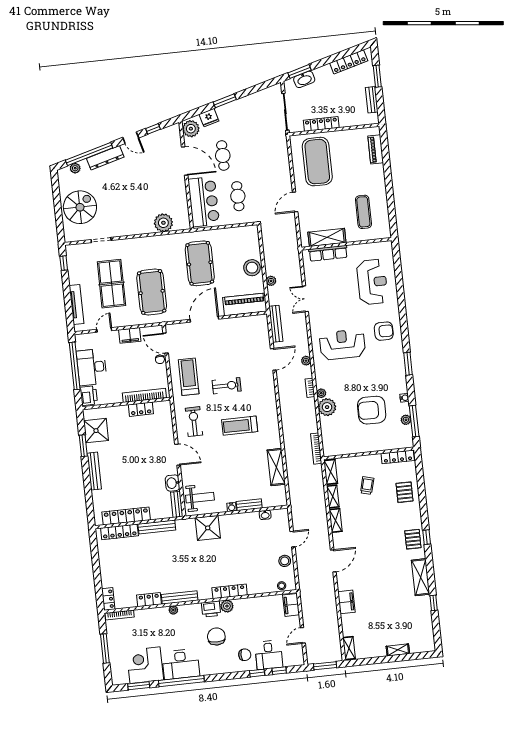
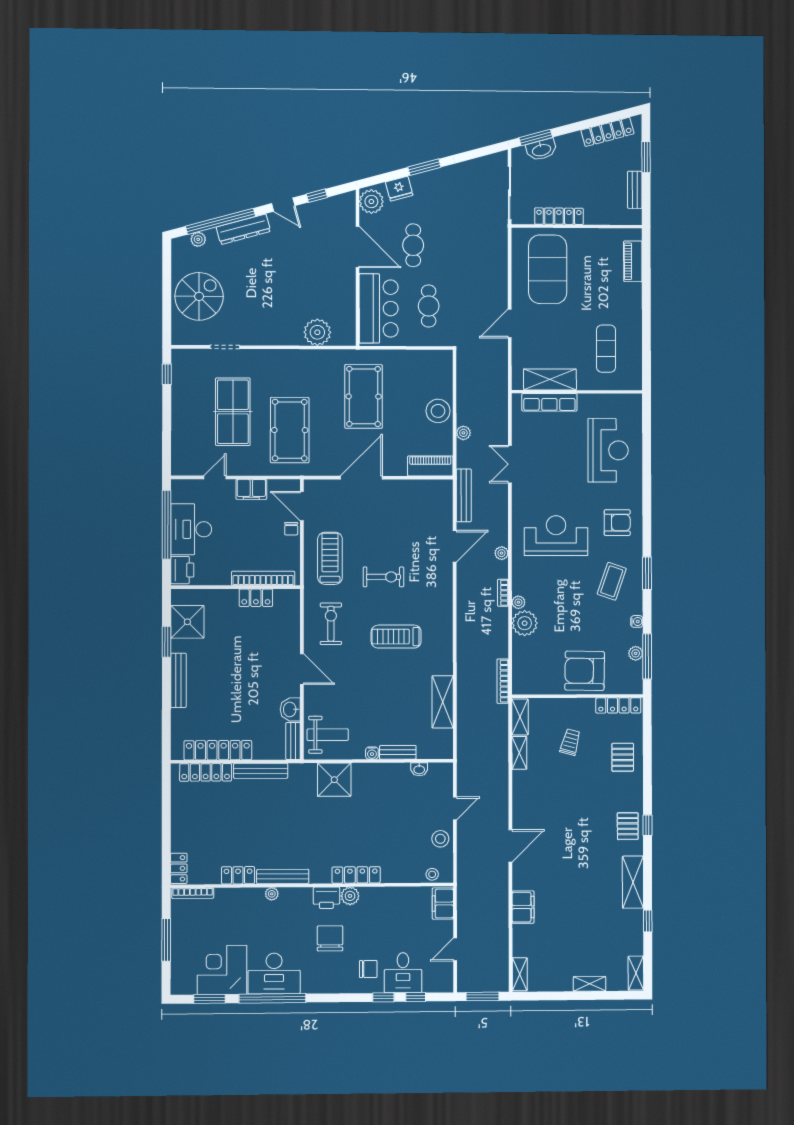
tv unit: (77, 304) -> (179, 436), removed
piano: (245, 304) -> (430, 466), width x0.73, depth x0.75
coffee table: (384, 372) -> (612, 581), added
armchair: (372, 410) -> (585, 671), moved
shelving: (336, 520) -> (636, 973), moved

